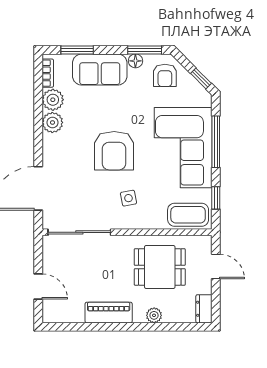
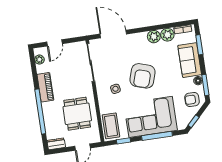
armchair: (114, 151) -> (143, 76), turned -72
plant: (154, 315) -> (39, 60), moved
window: (147, 327) -> (40, 111), added

